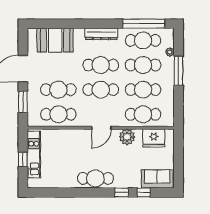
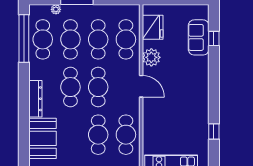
dresser: (101, 34) -> (35, 99), moved
cafe table: (95, 178) -> (198, 93), removed
sofa: (157, 179) -> (199, 37), moved
window: (122, 192) -> (214, 132), moved

